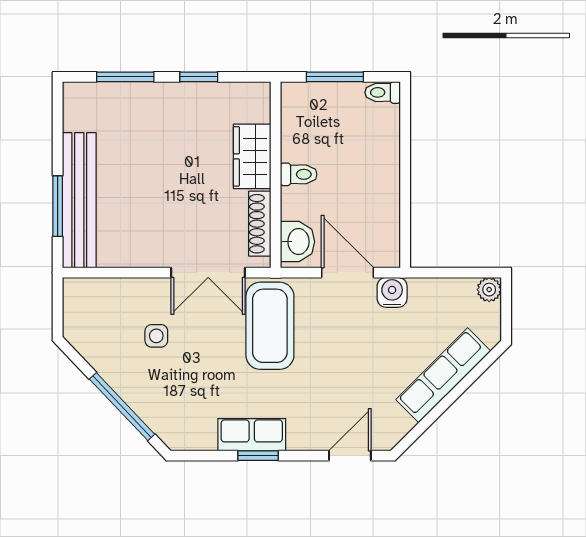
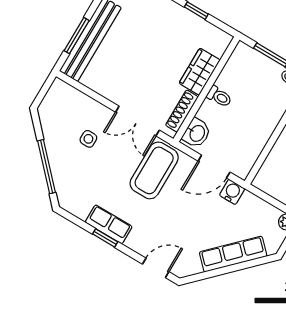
door: (348, 273) -> (214, 167), swing flipped

